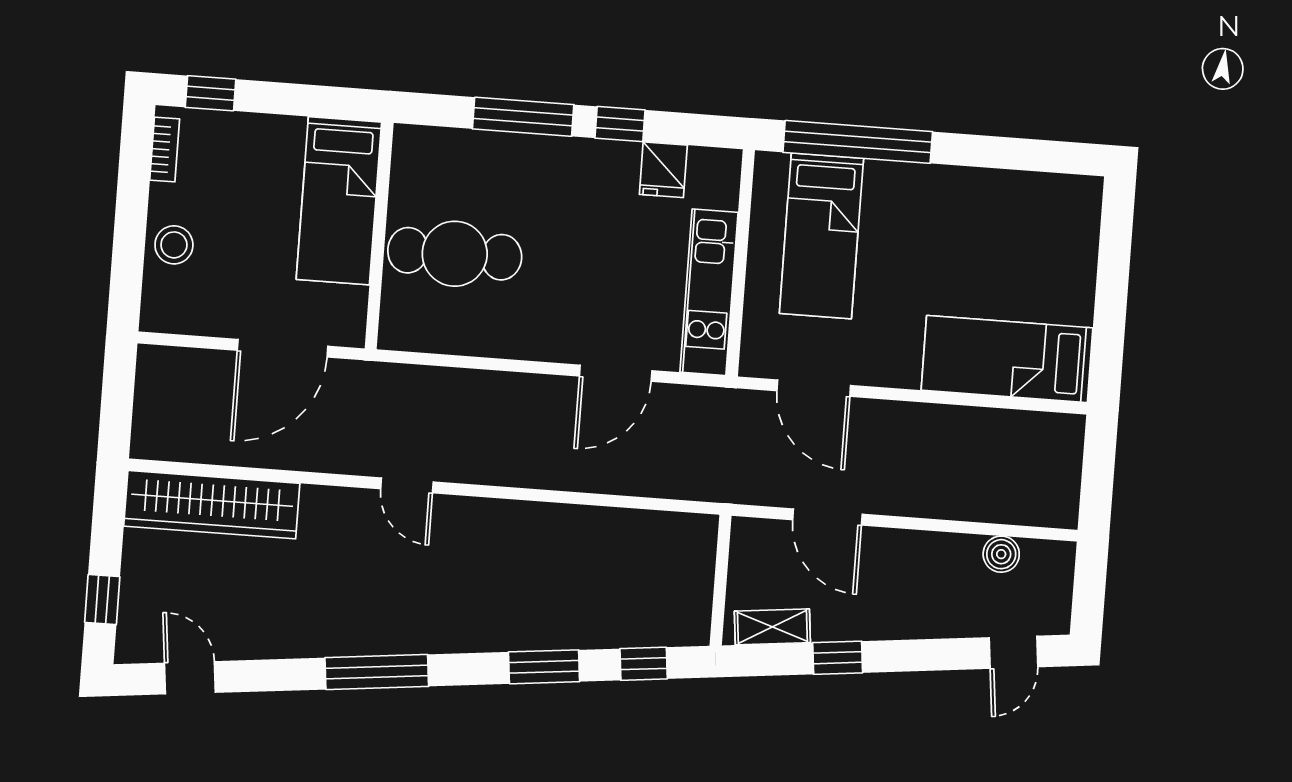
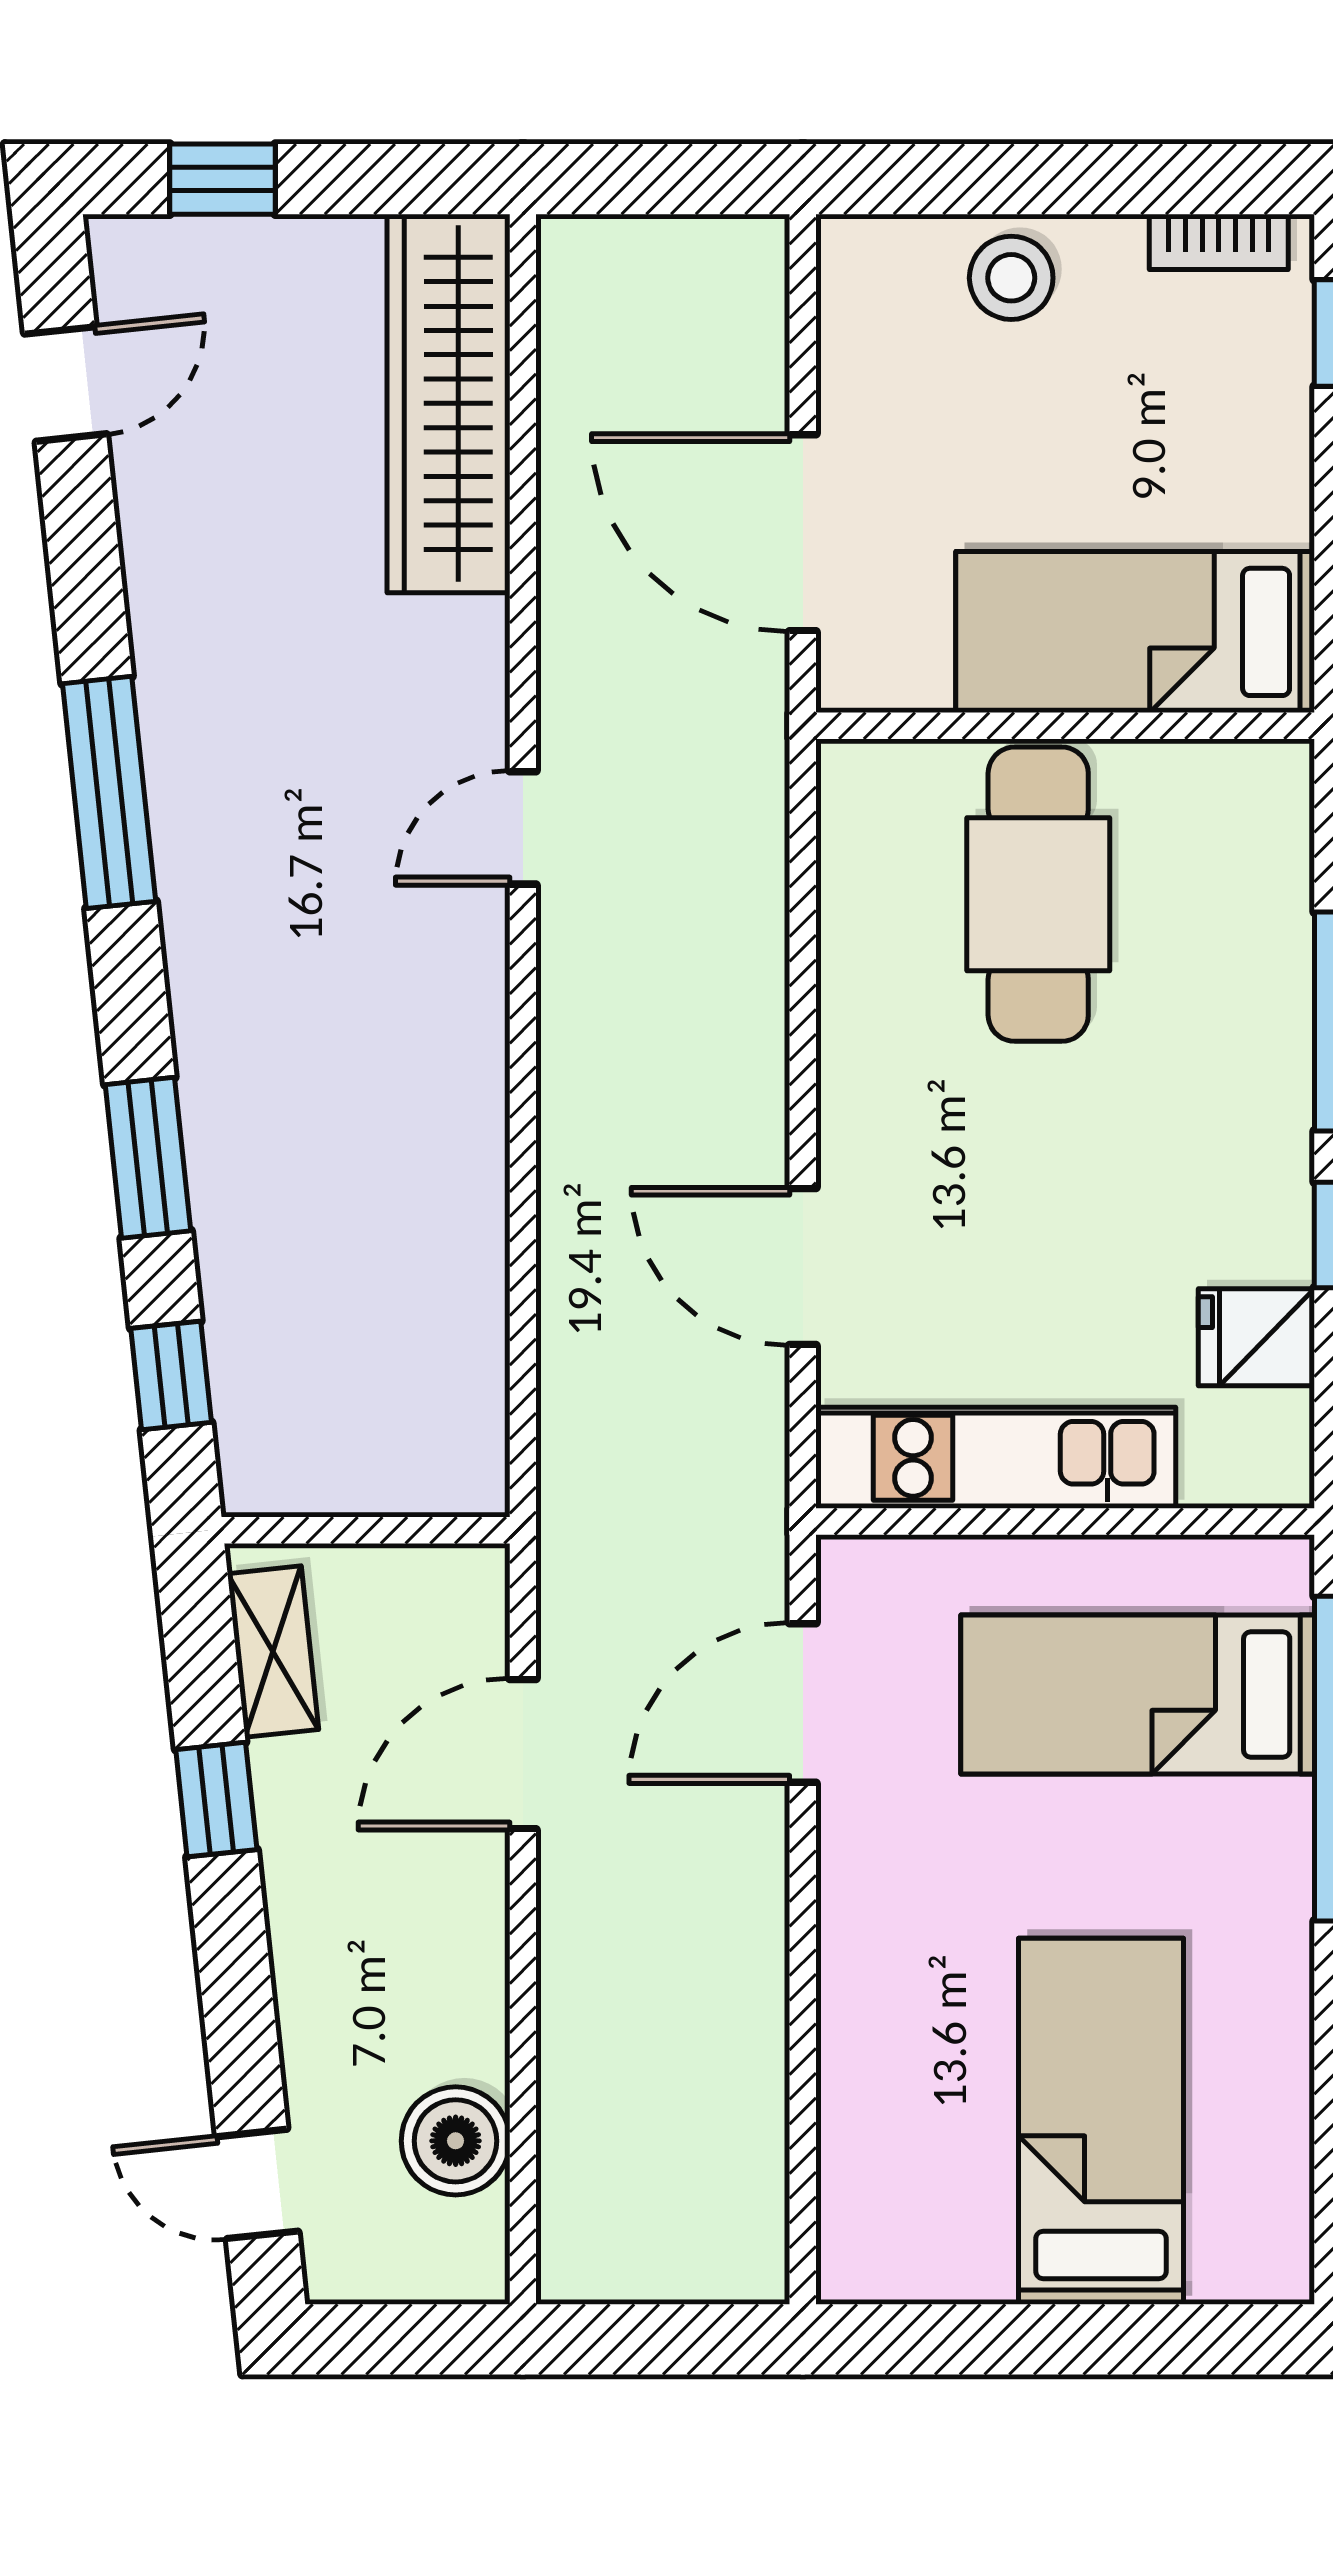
bed: (1007, 359) -> (1101, 2121), moved
boiler: (1001, 554) -> (456, 2141), width x1.36, depth x1.36

